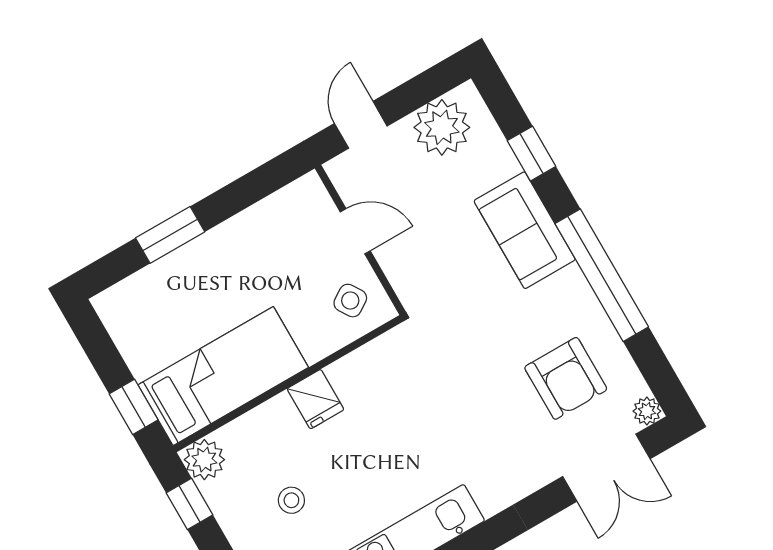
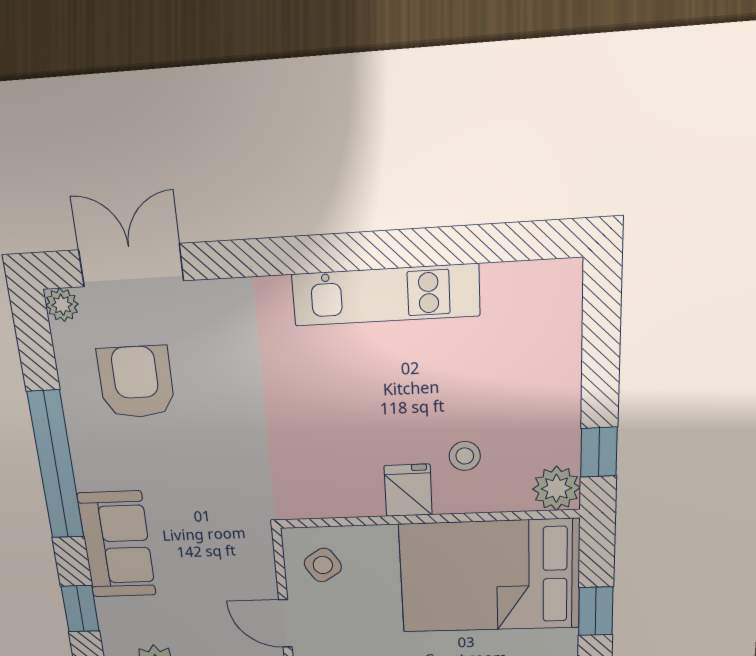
bed: (223, 376) -> (490, 576), width x1.50
window: (134, 407) -> (596, 611), moved
stool: (291, 500) -> (465, 456), moved

